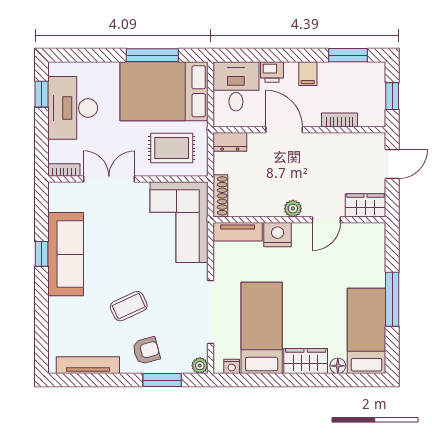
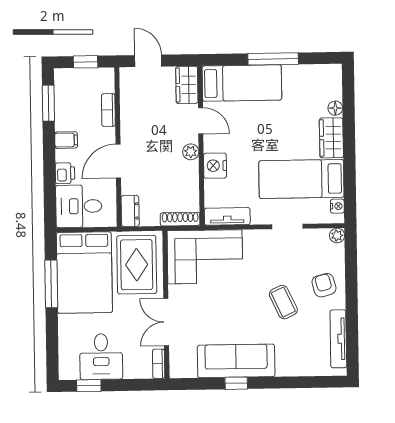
desk: (73, 108) -> (101, 357), width x0.73
rug: (172, 148) -> (137, 265), width x1.36, depth x1.43
tv unit: (238, 232) -> (227, 216), moved, turned -90
doorway: (210, 312) -> (287, 226), width x0.53
bed: (367, 331) -> (242, 83), moved, turned 180
window: (162, 380) -> (351, 270), removed

